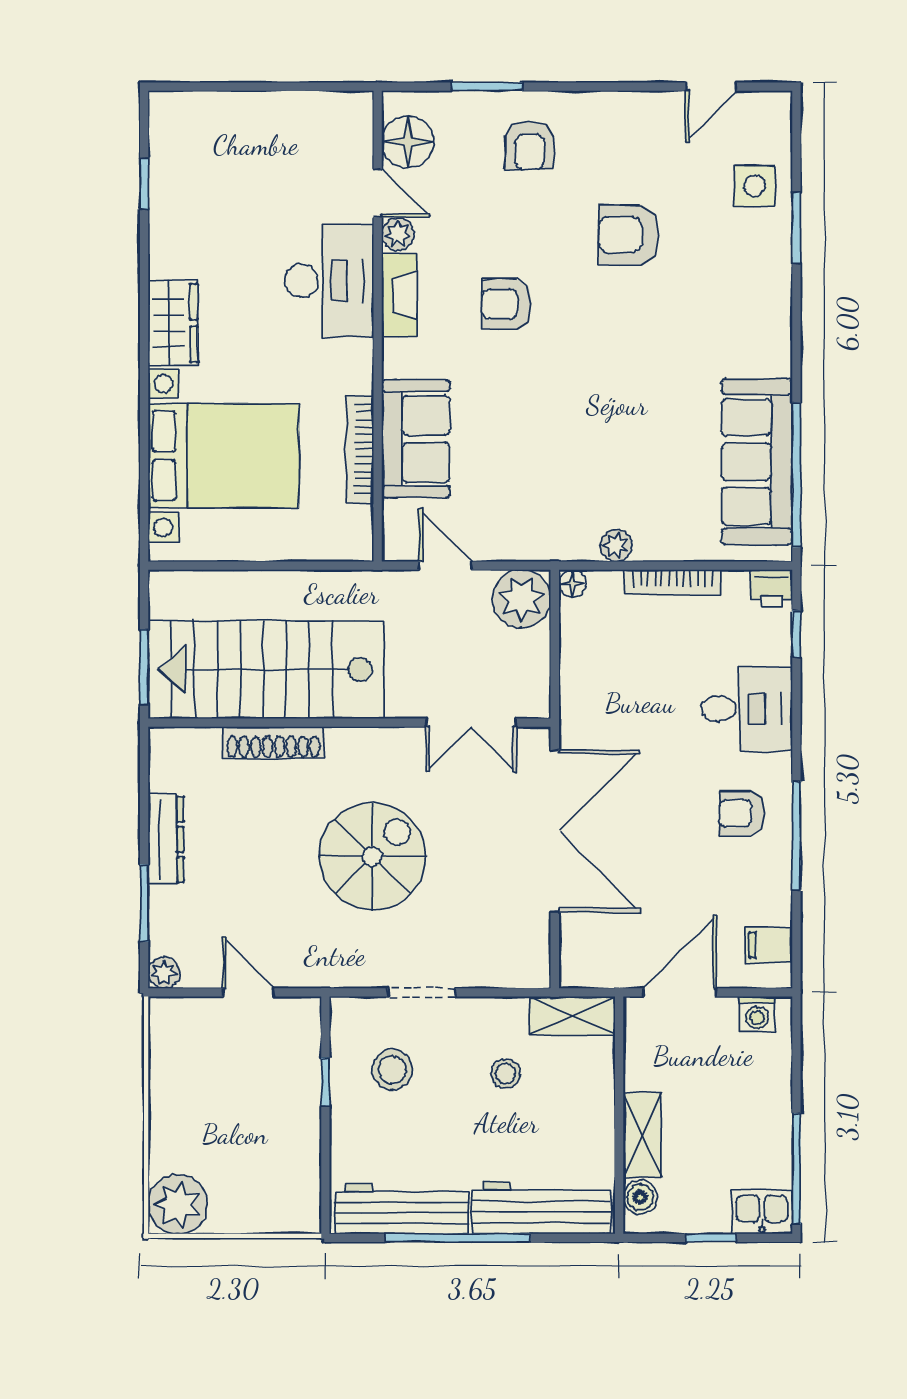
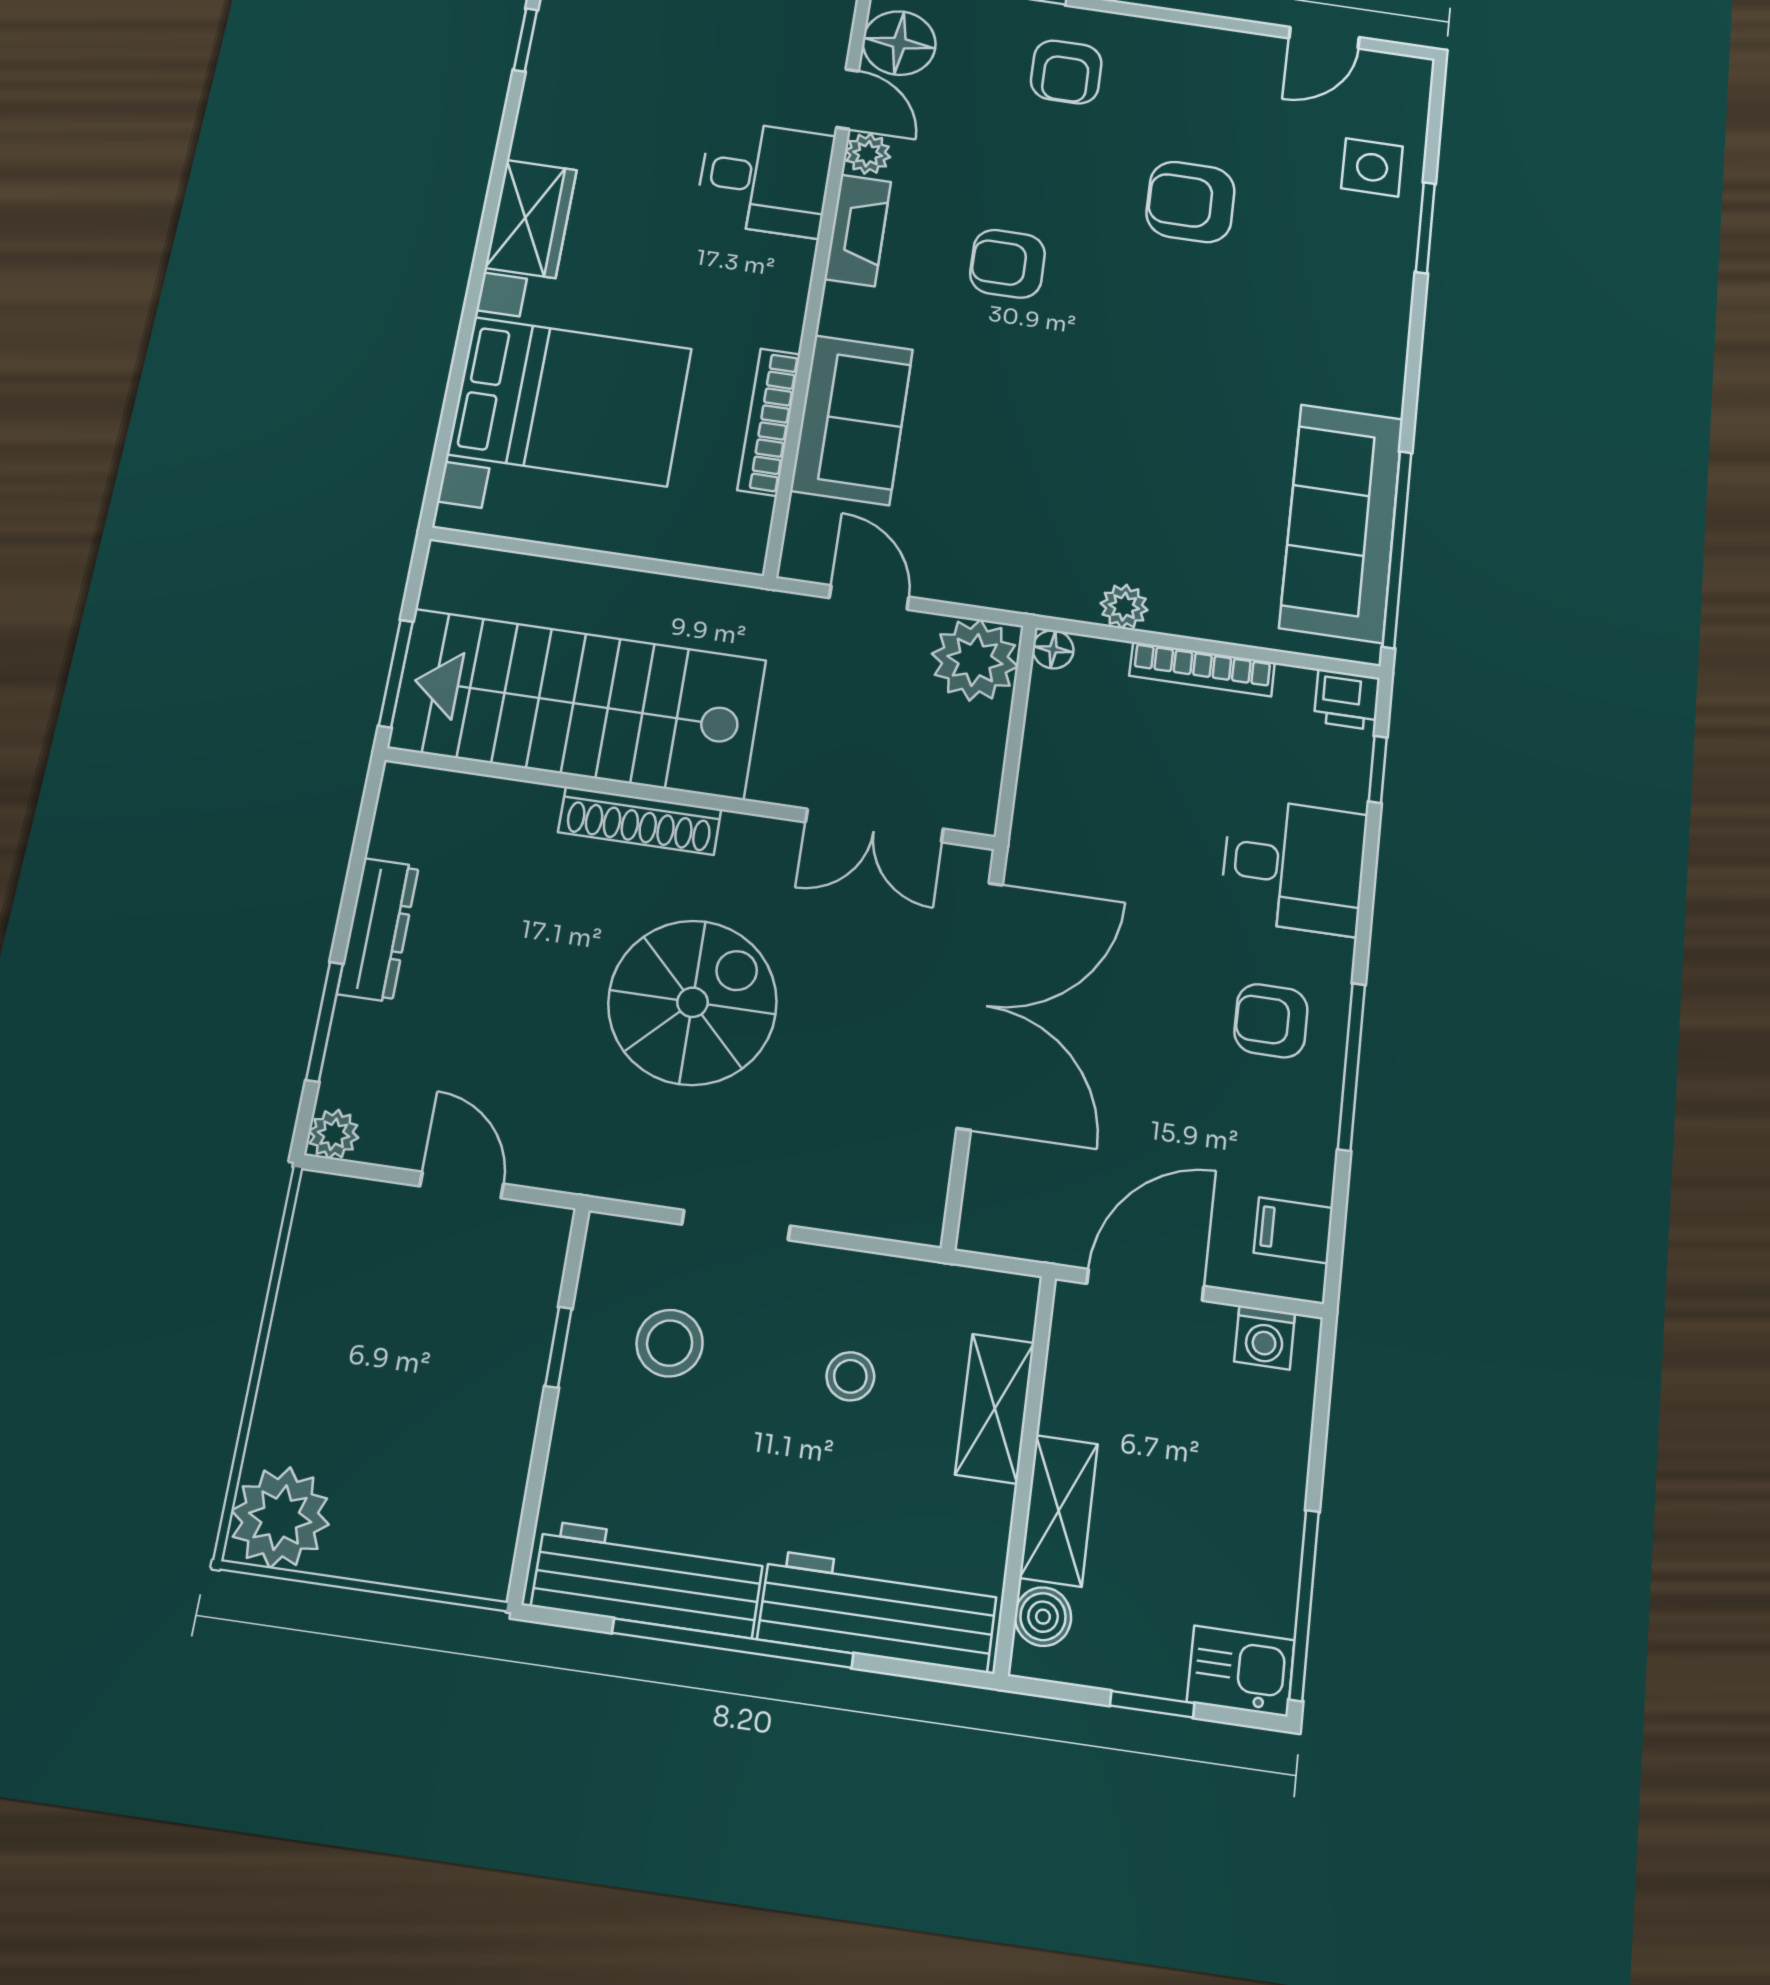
desk: (329, 281) -> (765, 178), width x0.73
shoe rack: (273, 742) -> (640, 821), moved
shelving: (572, 1016) -> (995, 1408), moved, turned 90

